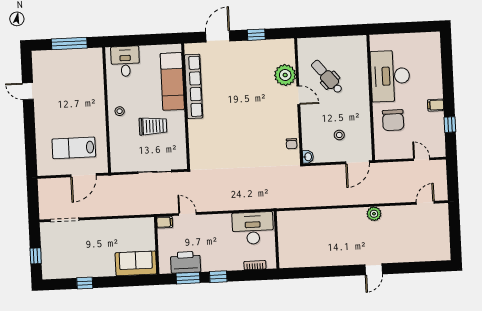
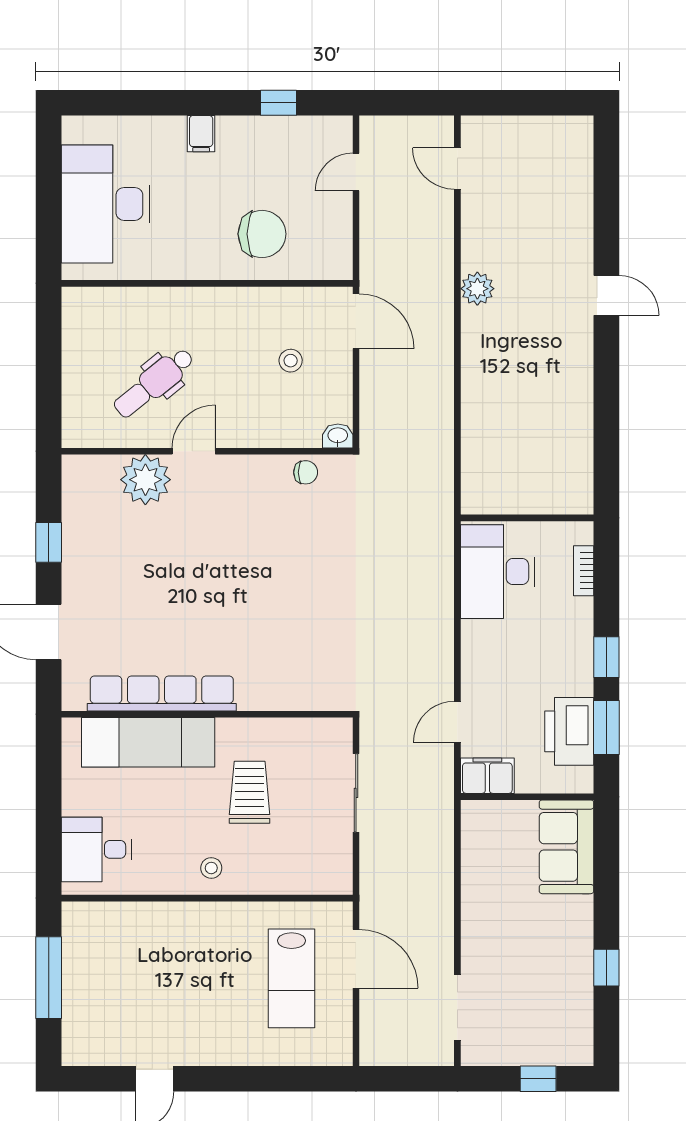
desk: (390, 76) -> (106, 204), moved, turned 90
filing cabinet: (436, 105) -> (201, 134), moved
filing cabinet: (165, 222) -> (487, 776), width x2.00

